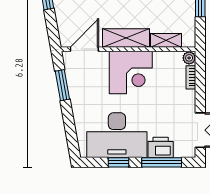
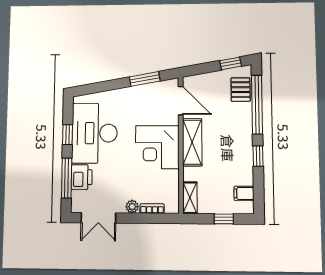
shelving: (166, 40) -> (190, 198), moved
plant: (189, 58) -> (132, 207), moved

